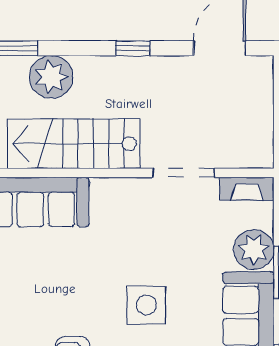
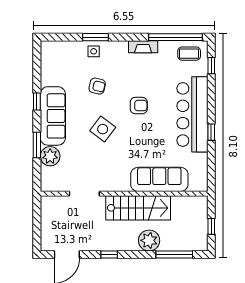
fireplace: (247, 189) -> (54, 186), removed
side table: (146, 305) -> (103, 129), turned 37

